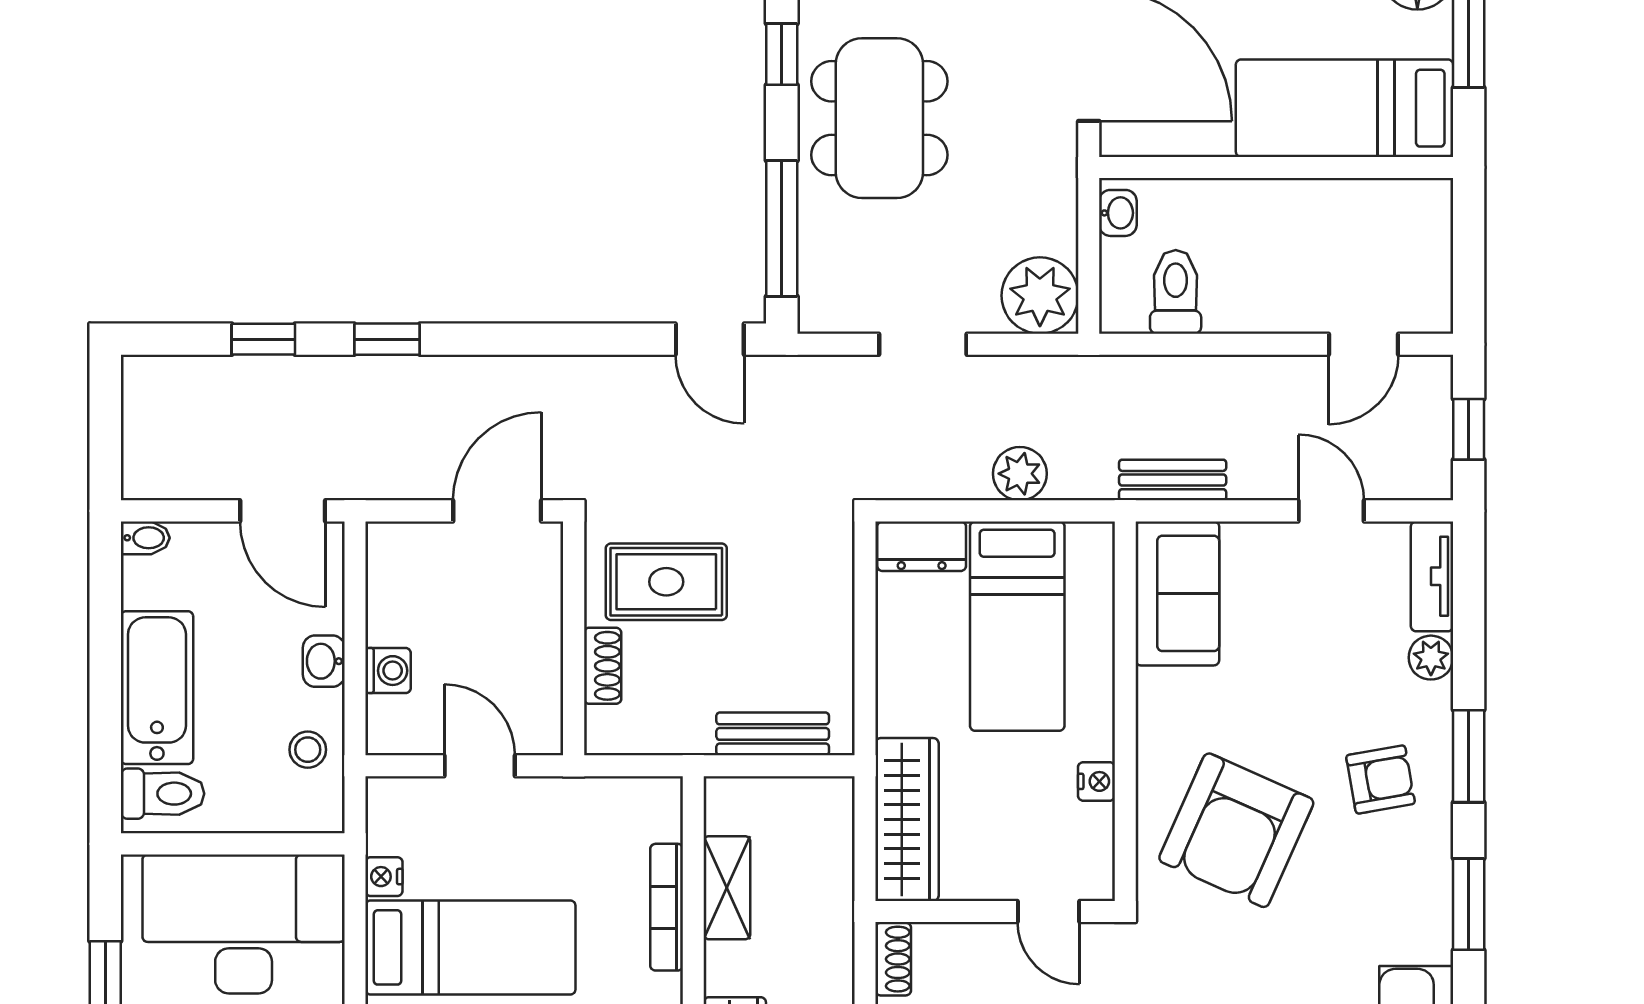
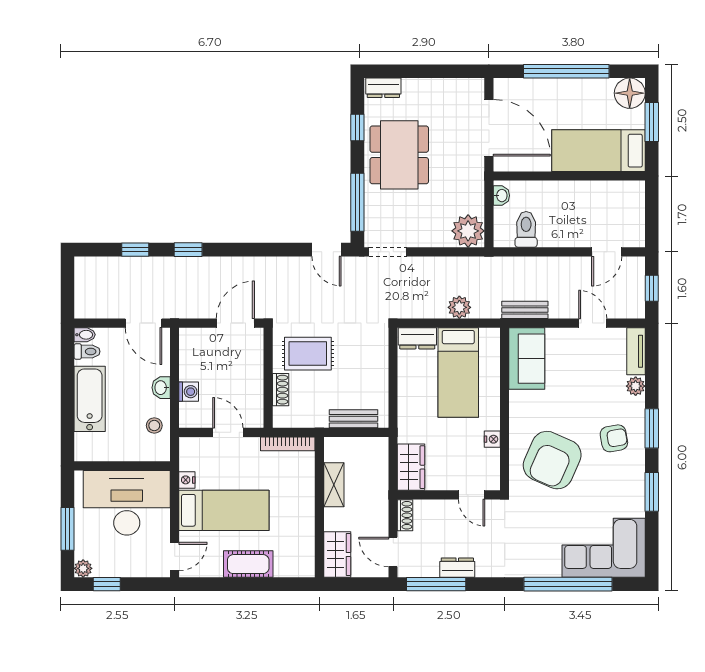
doorway: (923, 344) -> (388, 252), moved
toilet: (163, 794) -> (87, 352), moved, width x0.73, depth x0.72
wardrobe: (907, 820) -> (411, 467), width x0.67
bookcase: (667, 907) -> (288, 444), moved, turned -90

